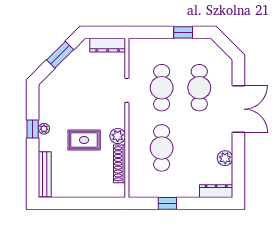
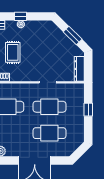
window: (183, 32) -> (88, 110), moved
plant: (118, 136) -> (16, 76), removed

